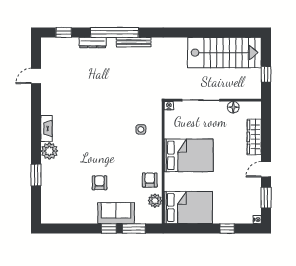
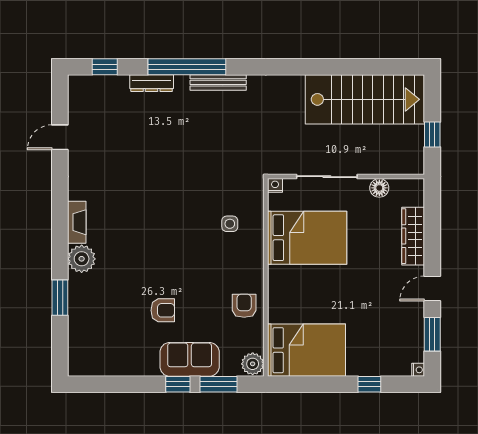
bed: (189, 155) -> (307, 238), moved
armchair: (100, 183) -> (163, 310), turned 90
plant: (155, 201) -> (253, 364), moved

